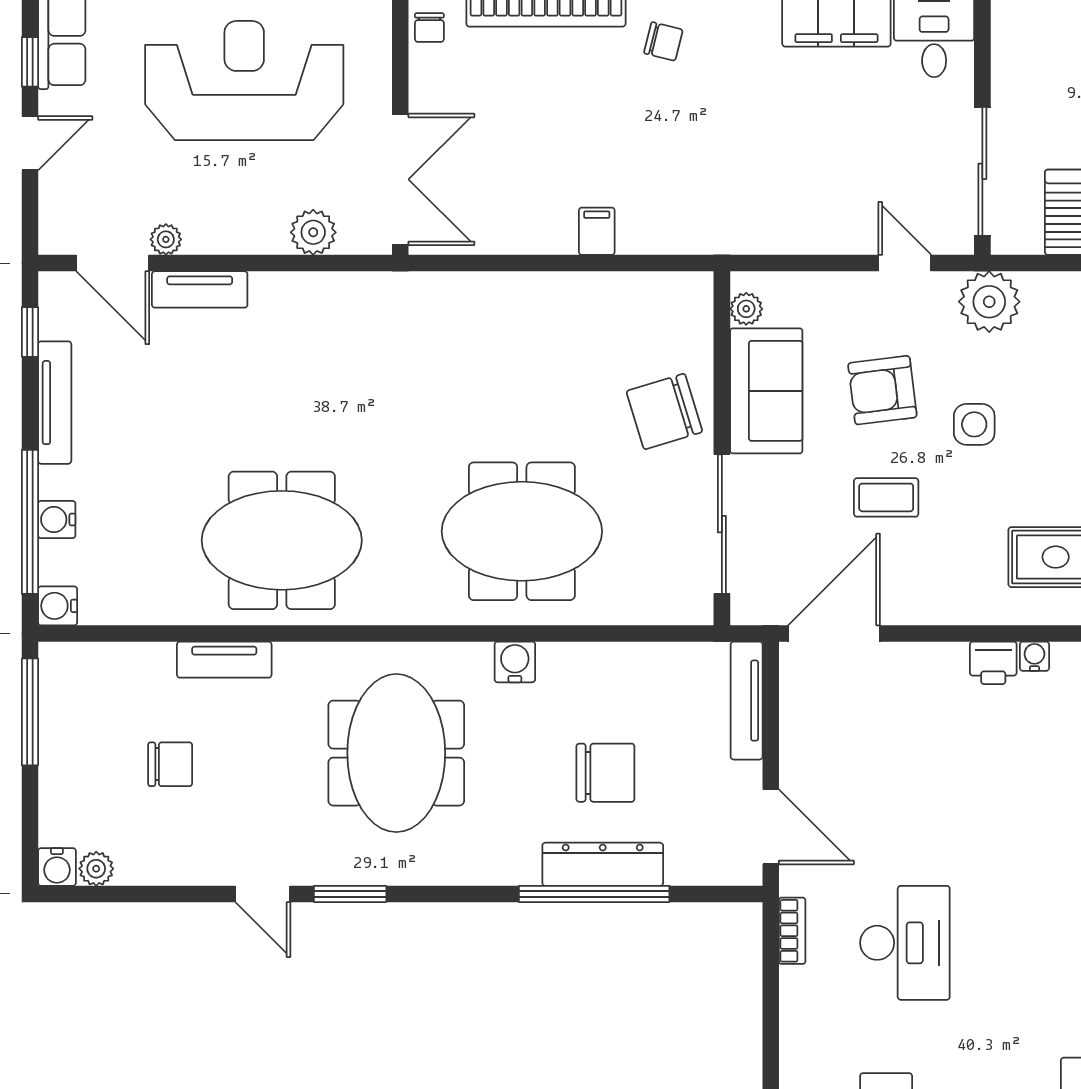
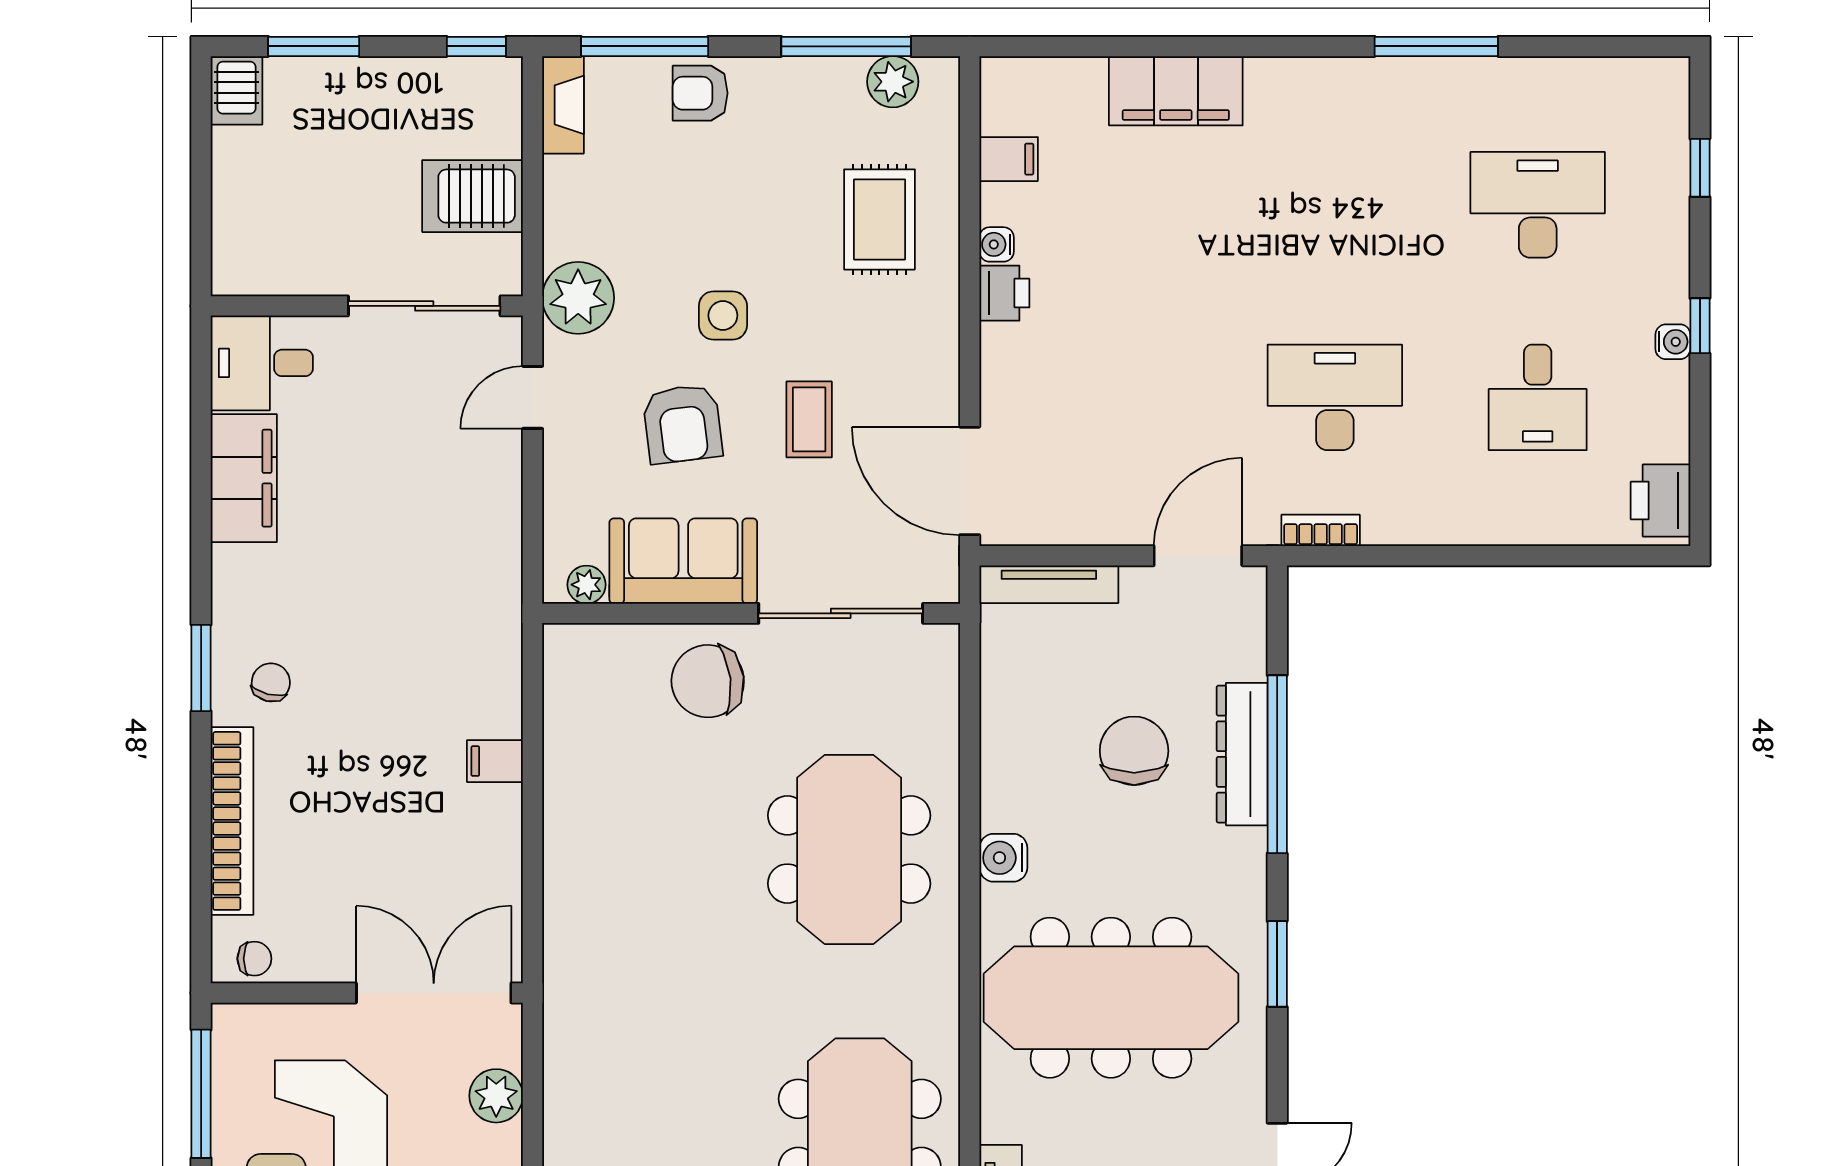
chair: (664, 411) -> (708, 681), turned 100
meeting table: (396, 753) -> (1111, 998), width x1.36
window: (350, 894) -> (1277, 964), moved

